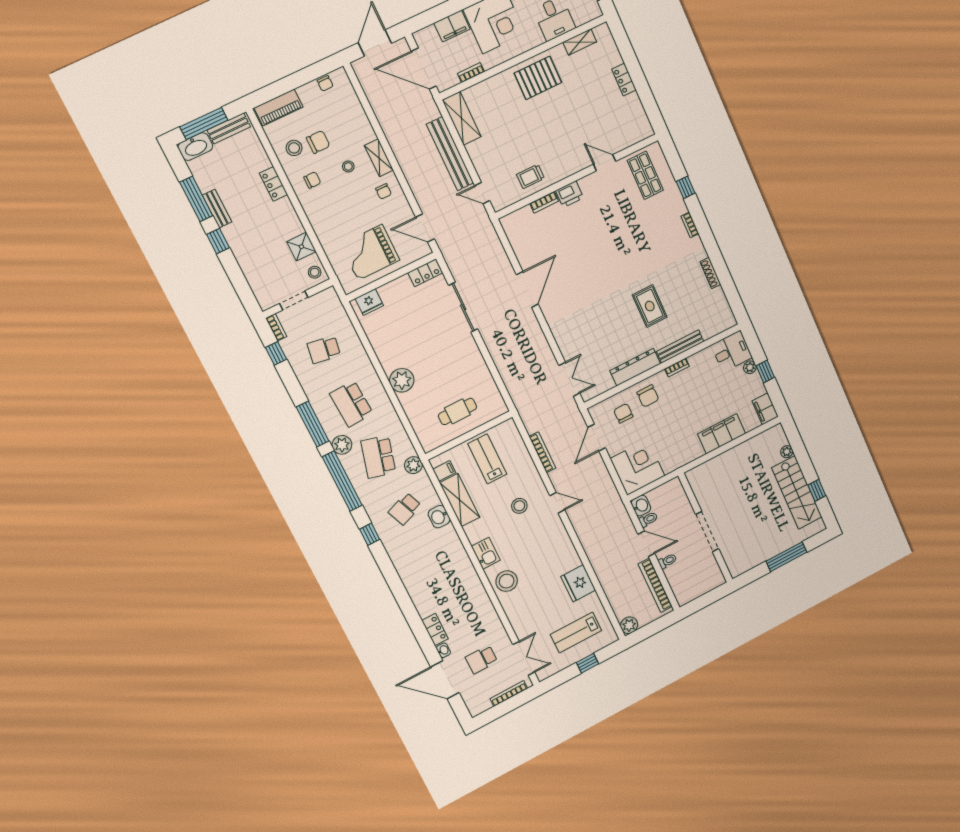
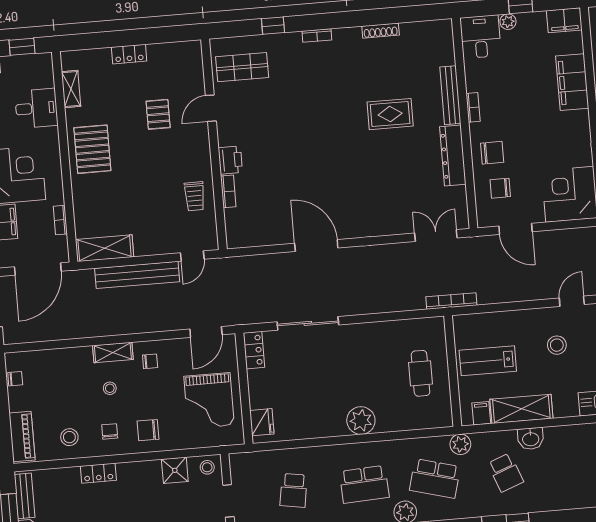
pallet: (585, 122) -> (158, 114), added
chair: (318, 142) -> (148, 430), moved, turned -90
bookcase: (542, 452) -> (451, 301), moved

